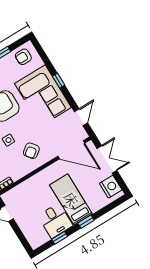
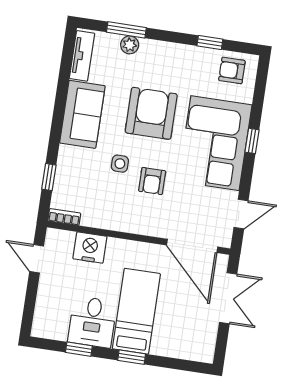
armchair: (31, 151) -> (152, 181), moved, turned -52
nightstand: (111, 187) -> (90, 248), moved, turned -90

